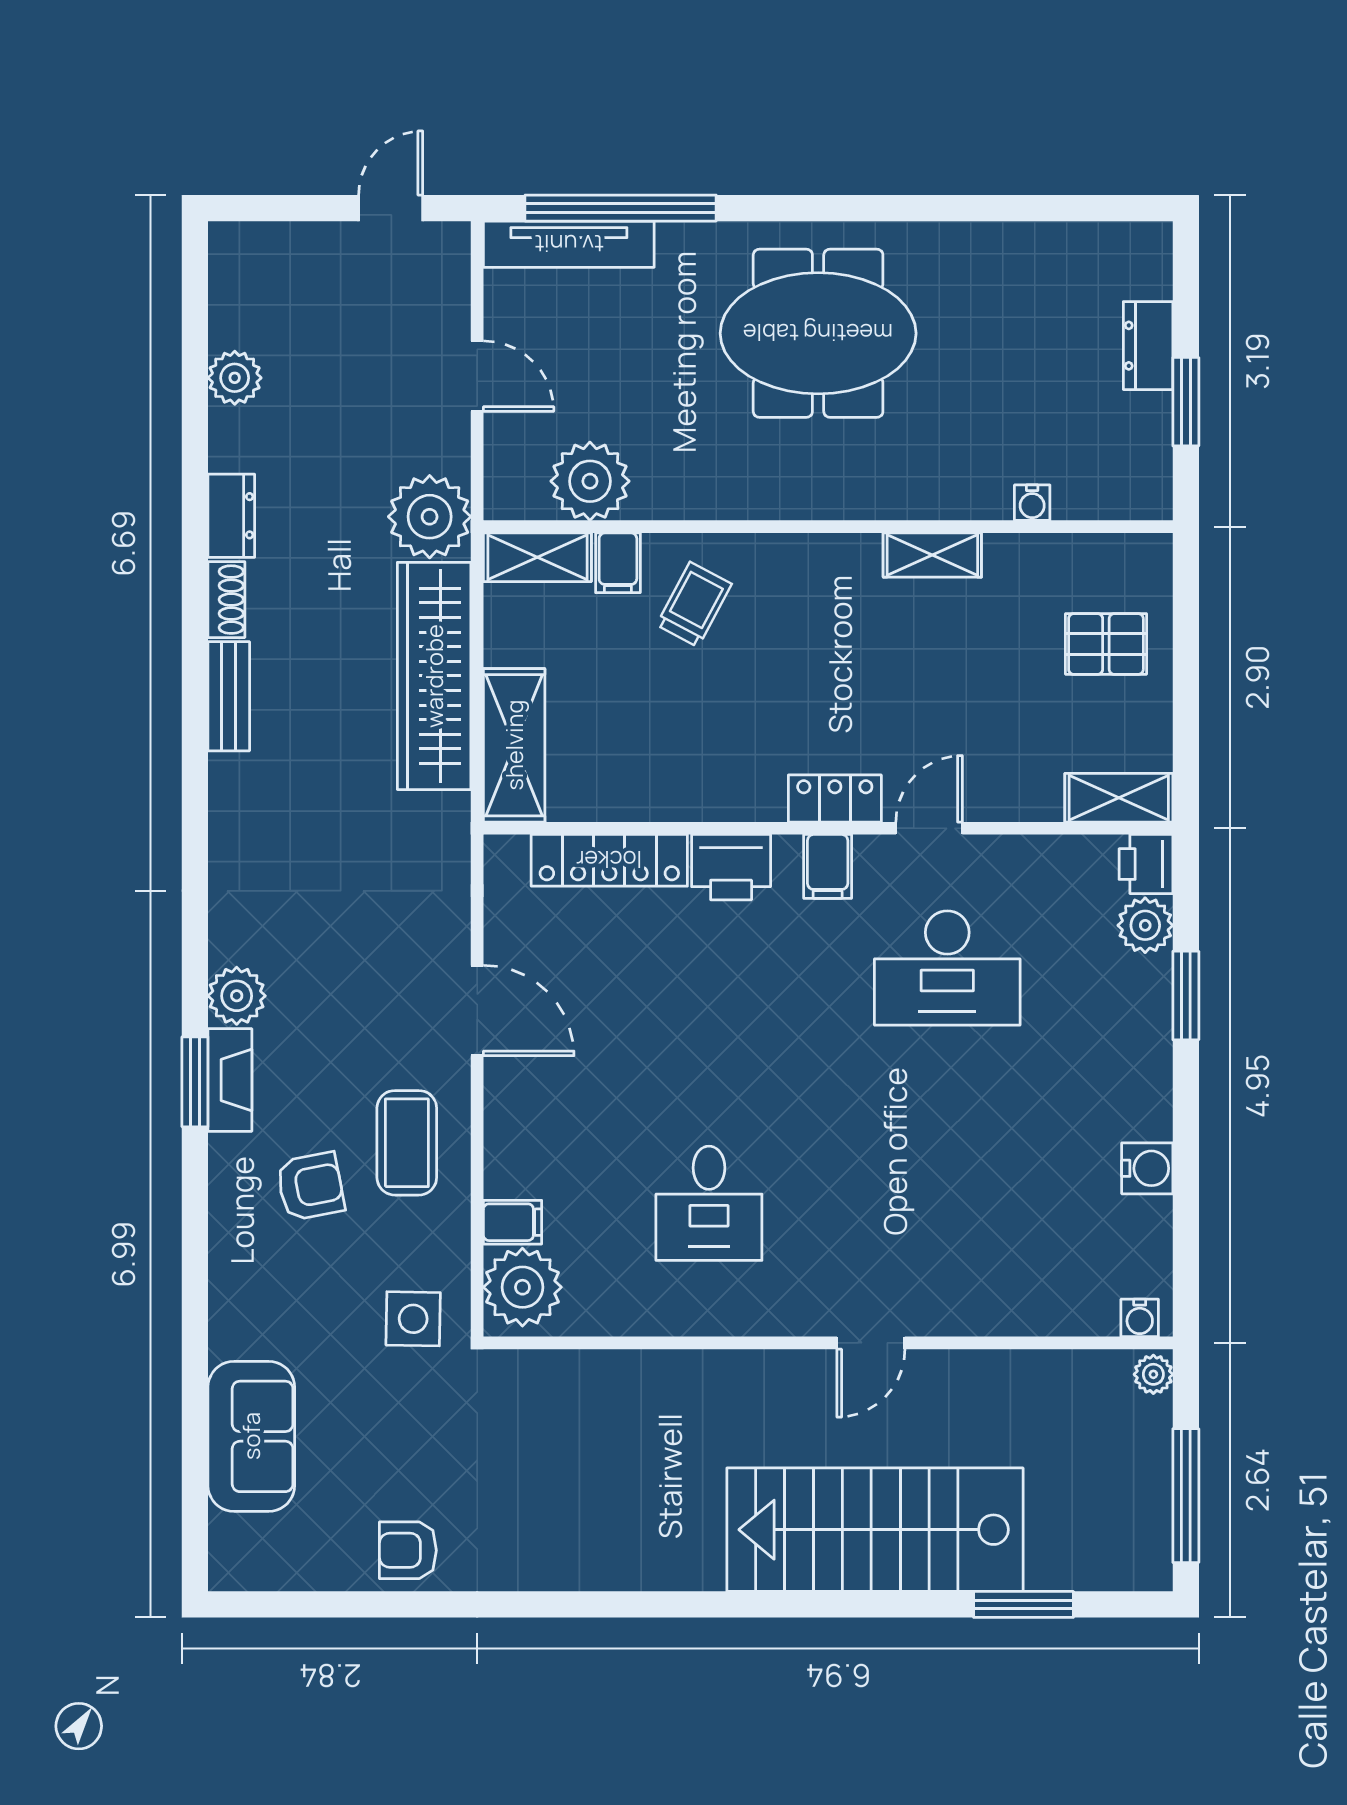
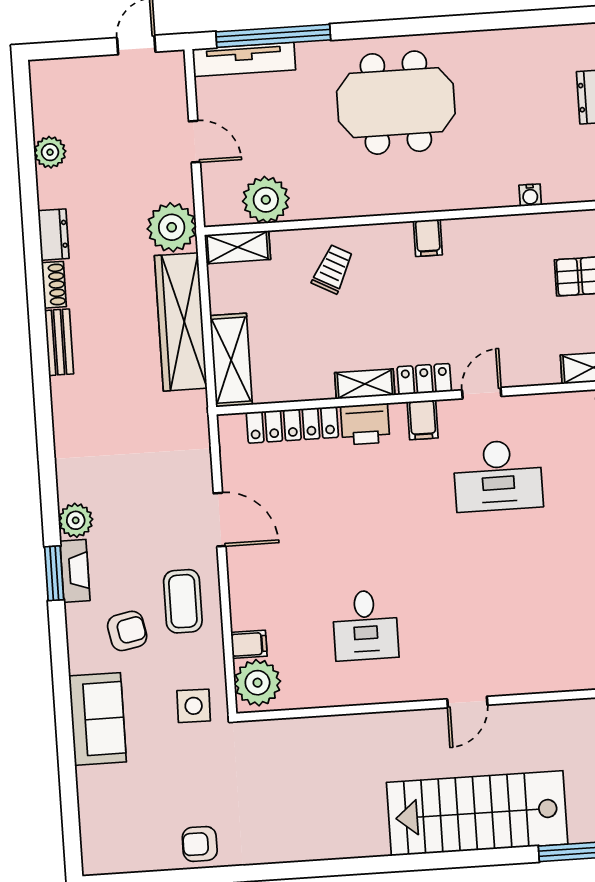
shelving: (932, 555) -> (365, 384), moved
filing cabinet: (618, 563) -> (428, 238), moved
sofa: (251, 1436) -> (98, 719), moved

